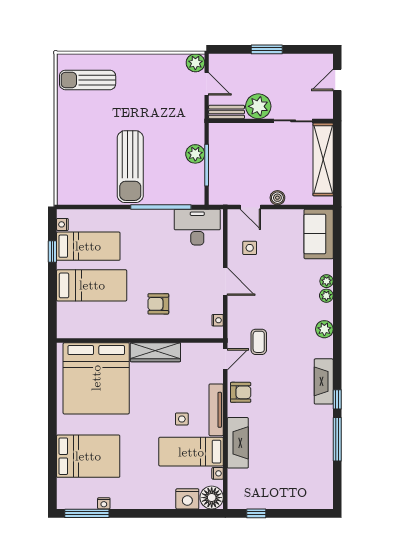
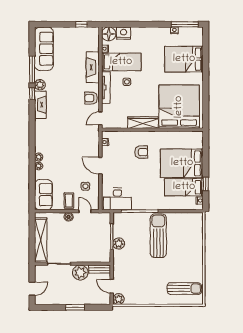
bed: (92, 285) -> (182, 163), width x1.50
plant: (324, 329) -> (40, 85), moved
coffee table: (259, 342) -> (69, 201), moved
sofa: (318, 473) -> (44, 49), added

